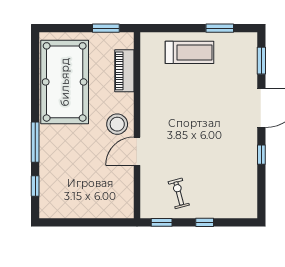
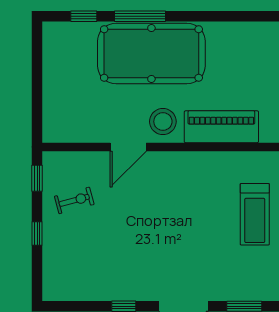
piano: (124, 71) -> (221, 127), width x1.37, depth x1.33
pool table: (65, 82) -> (151, 53), moved
door: (137, 151) -> (128, 147), swing flipped

